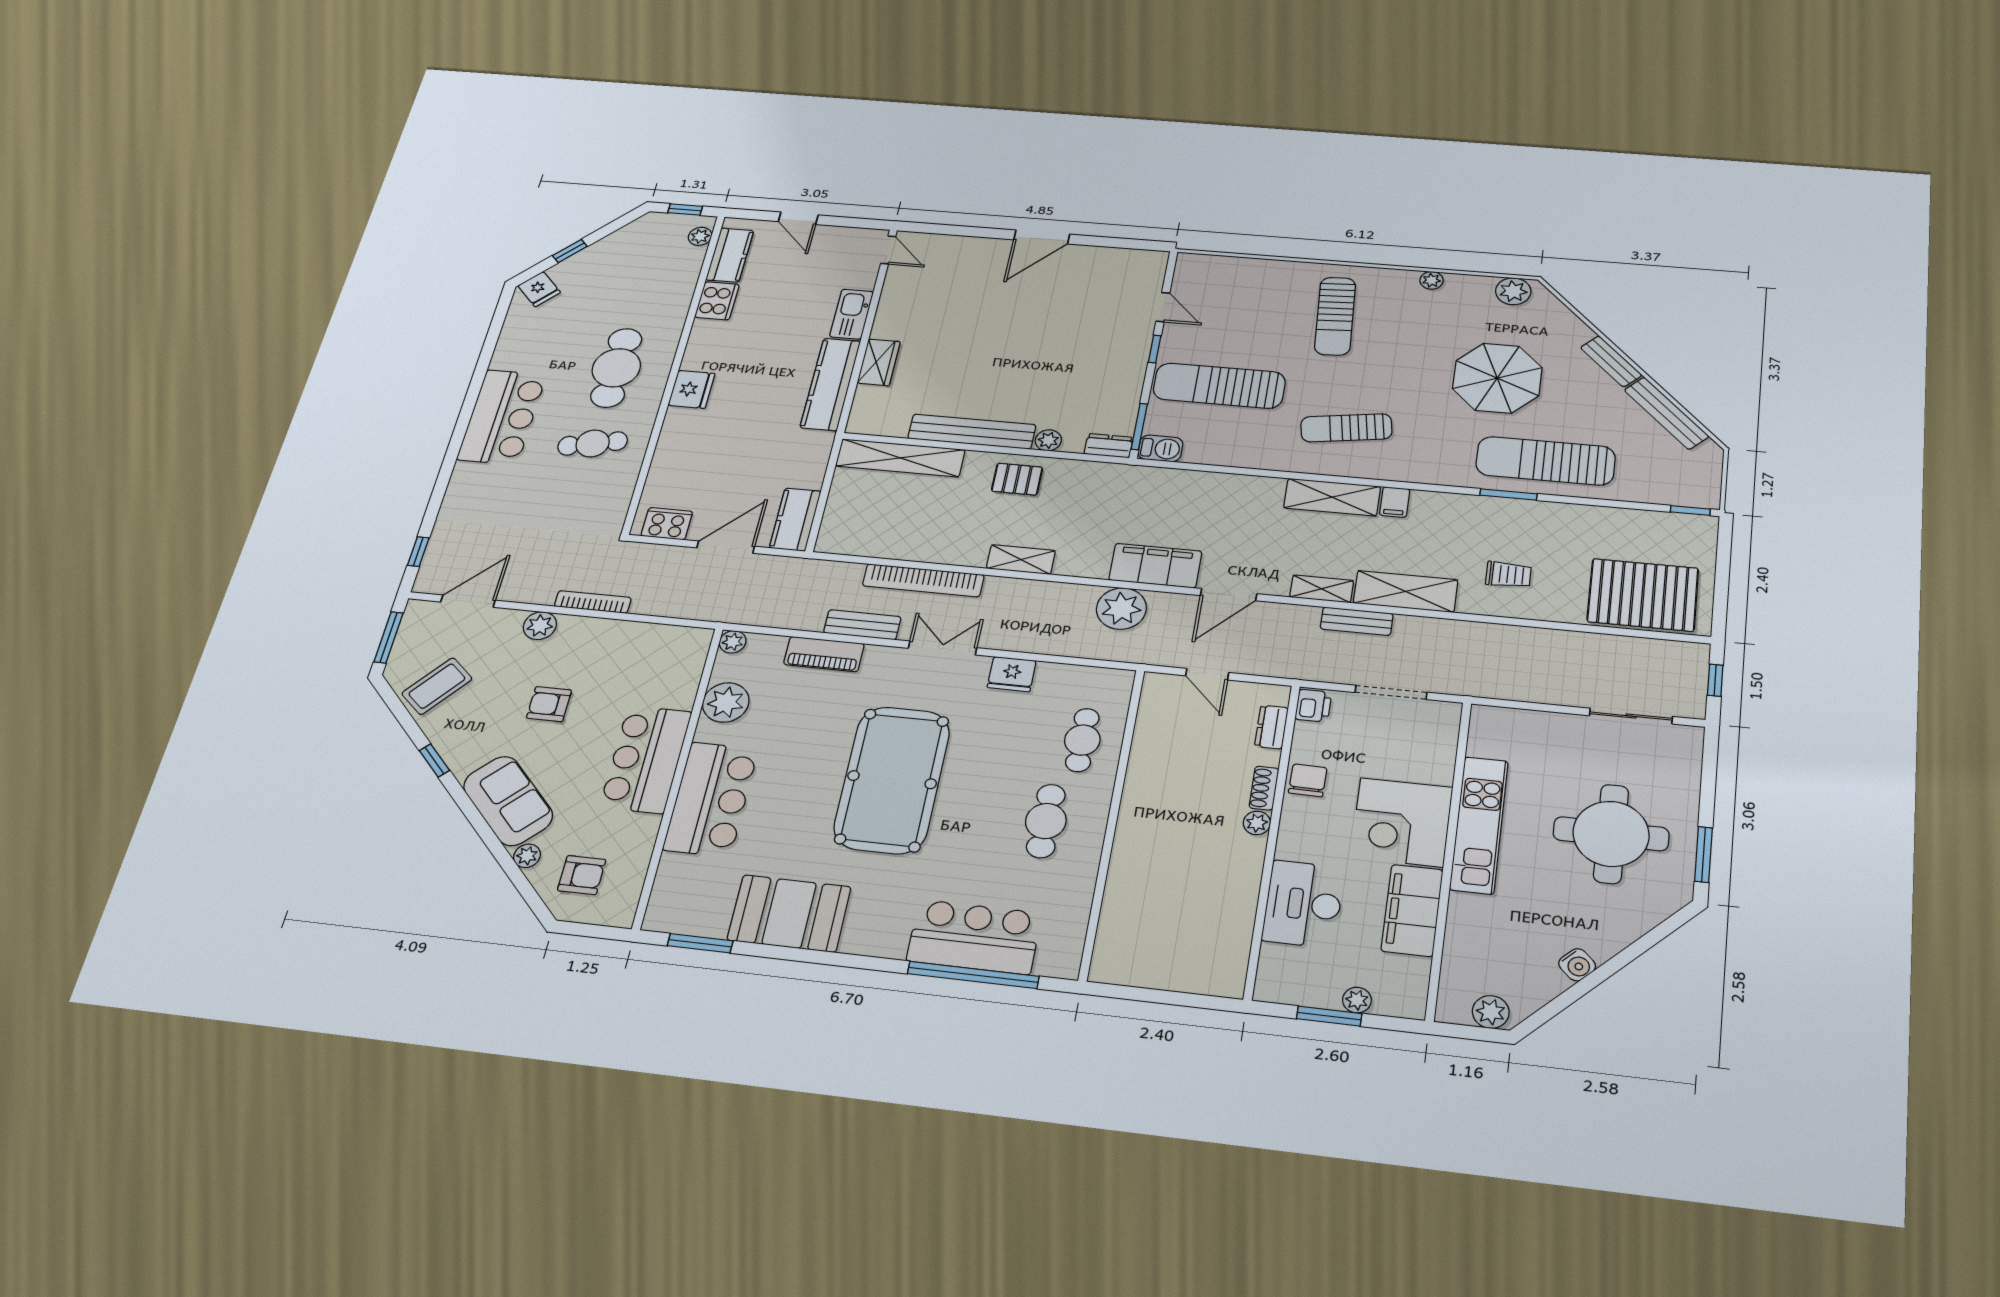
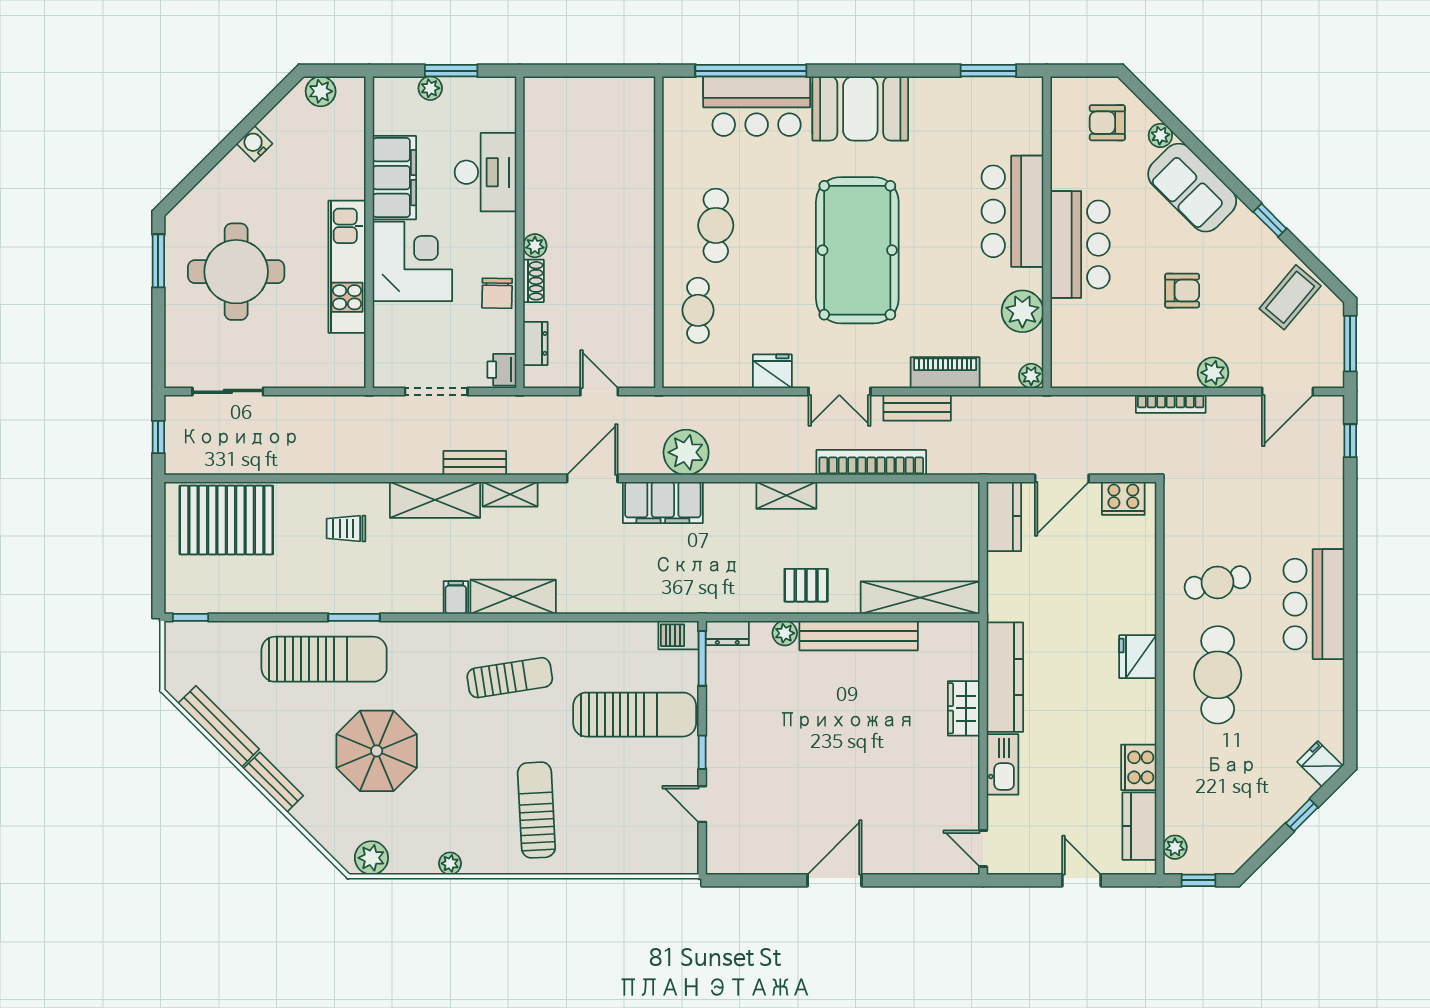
booth: (789, 913) -> (860, 108), moved

